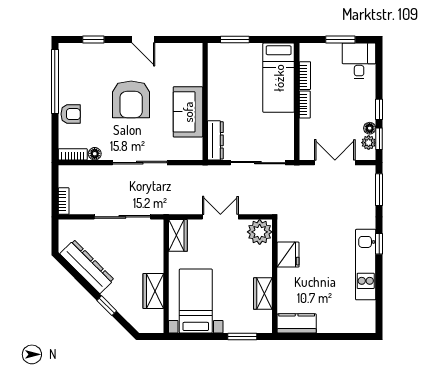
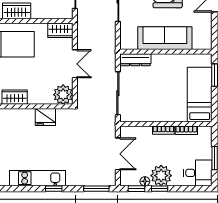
bed: (279, 78) -> (200, 95), moved, turned 90
sofa: (188, 112) -> (165, 38), width x1.36
plant: (369, 143) -> (161, 176), moved, width x1.87, depth x1.87

